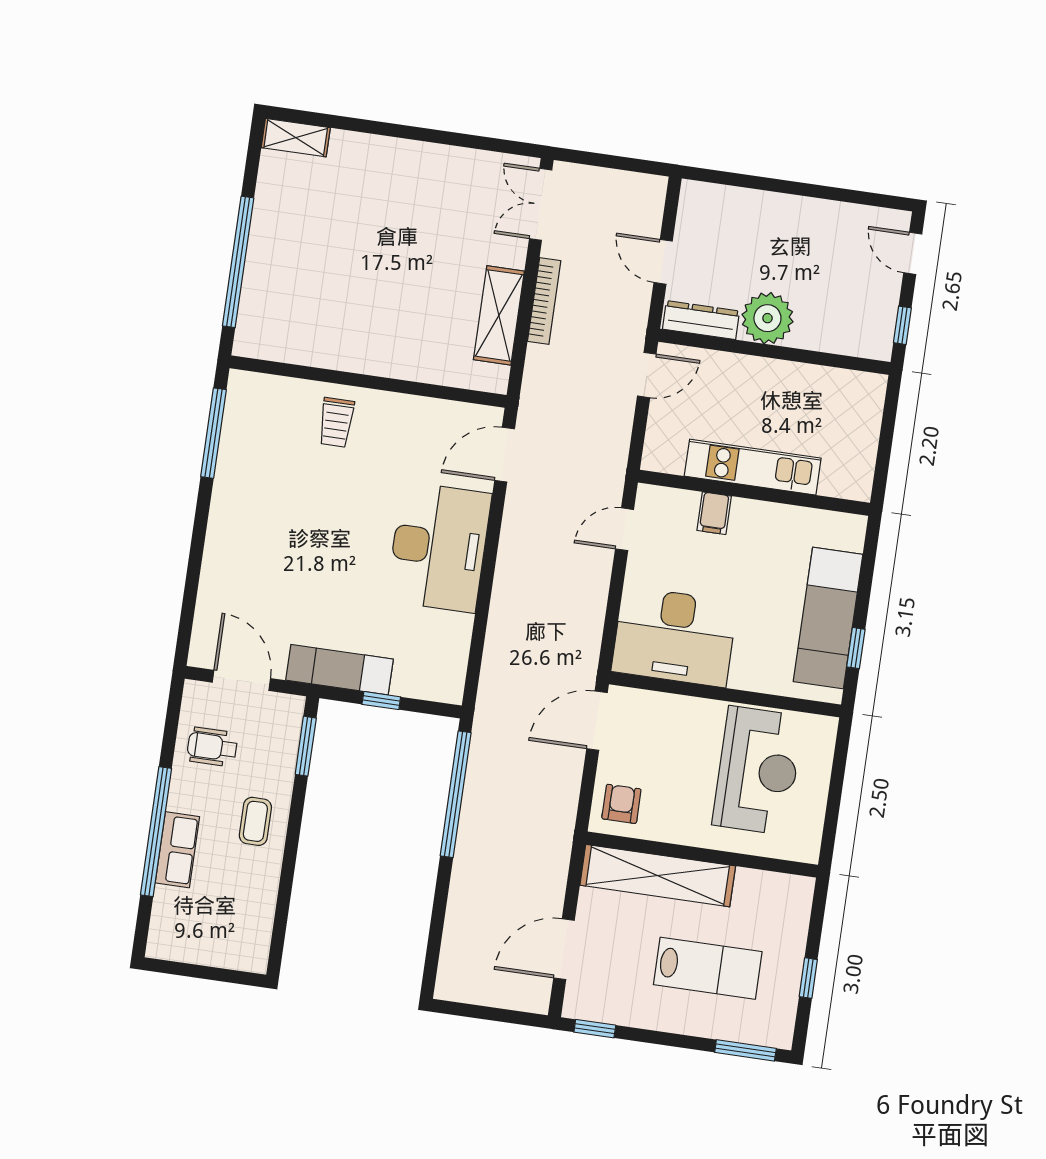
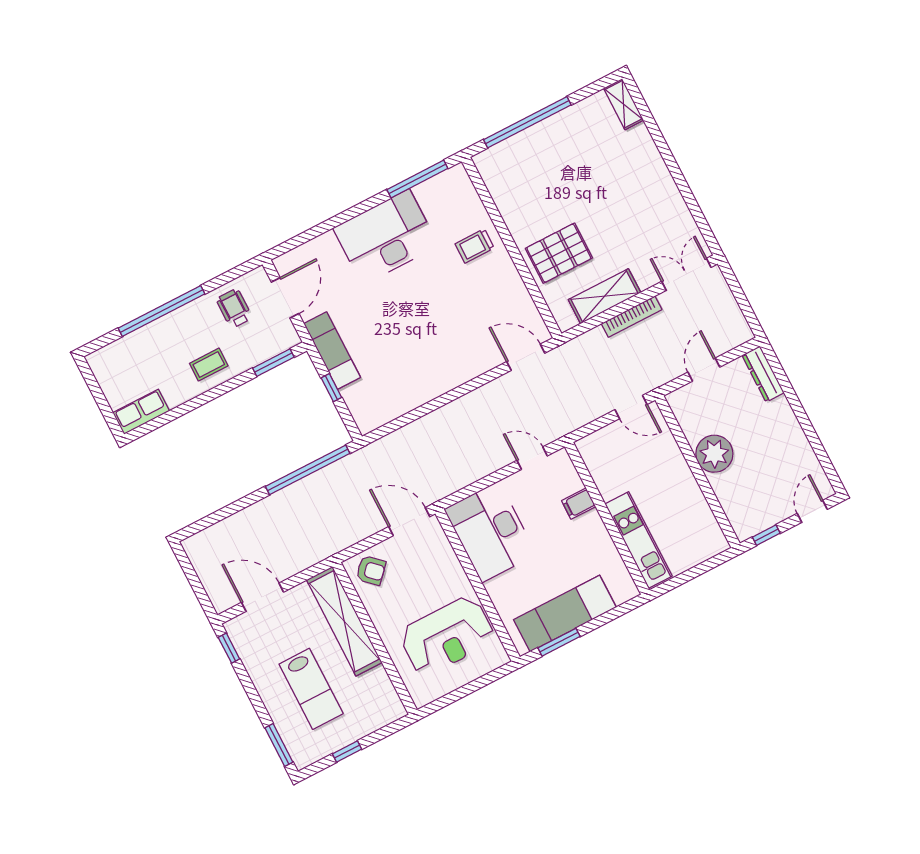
dresser: (701, 320) -> (763, 374), moved, turned 180
pallet: (413, 332) -> (559, 253), added
kitchen unit: (753, 467) -> (639, 540), moved
desk: (439, 547) -> (386, 237), moved, turned 180
window: (856, 648) -> (559, 642), width x1.50
armchair: (621, 804) -> (371, 570), turned 43
row of seats: (177, 850) -> (141, 412), moved, turned 180

